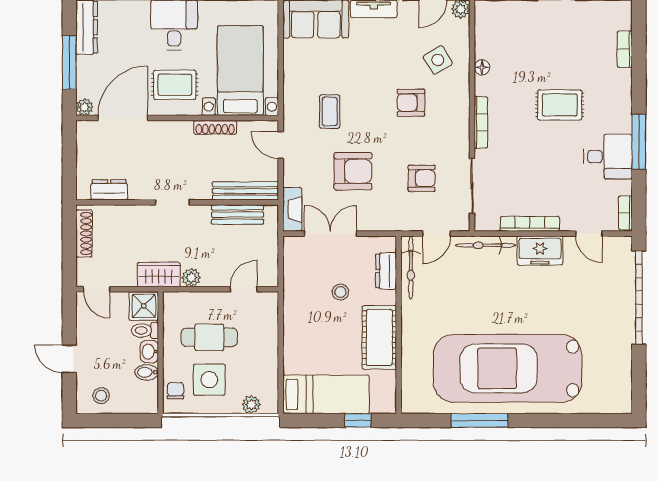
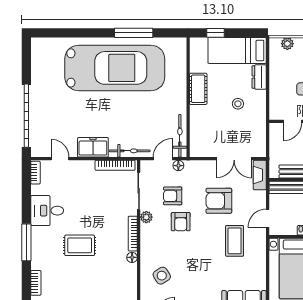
floor lamp: (482, 67) -> (132, 257), moved
armchair: (411, 103) -> (181, 222), moved, turned 90
coffee table: (330, 112) -> (235, 241), width x1.36, depth x1.30
window: (639, 142) -> (26, 242), moved
door: (281, 145) -> (268, 218), swing flipped
plant: (461, 147) -> (146, 217), added
floor lamp: (413, 224) -> (178, 166), added
bookcase: (530, 224) -> (115, 165), moved
dresser: (386, 271) -> (259, 77), moved, turned 180
stool: (340, 292) -> (238, 104), moved
cot: (379, 337) -> (198, 89), width x0.73, depth x0.75

